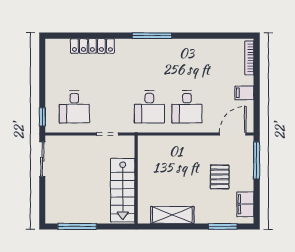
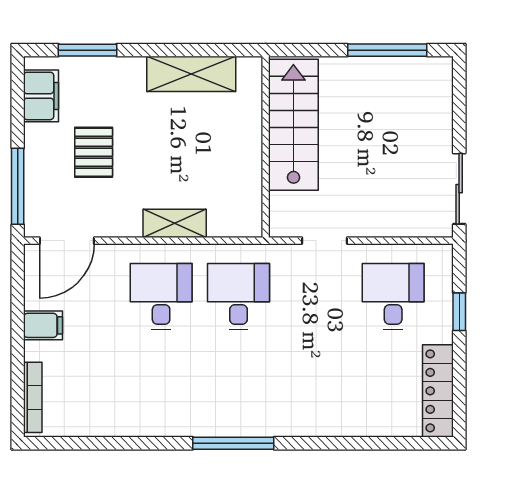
locker: (92, 46) -> (438, 391), moved, turned -90
window: (42, 117) -> (459, 312), moved
shelving: (180, 142) -> (175, 223), added

